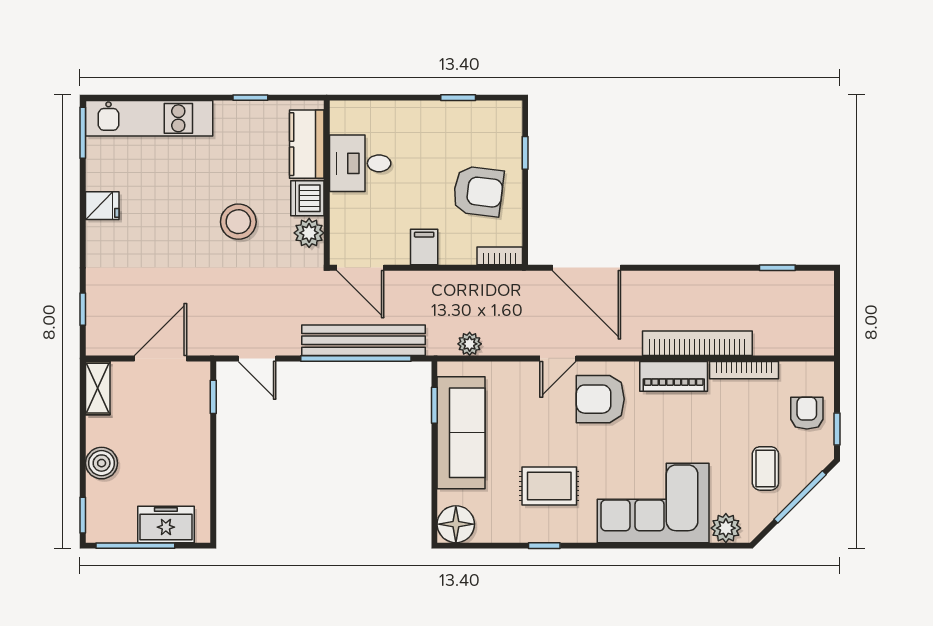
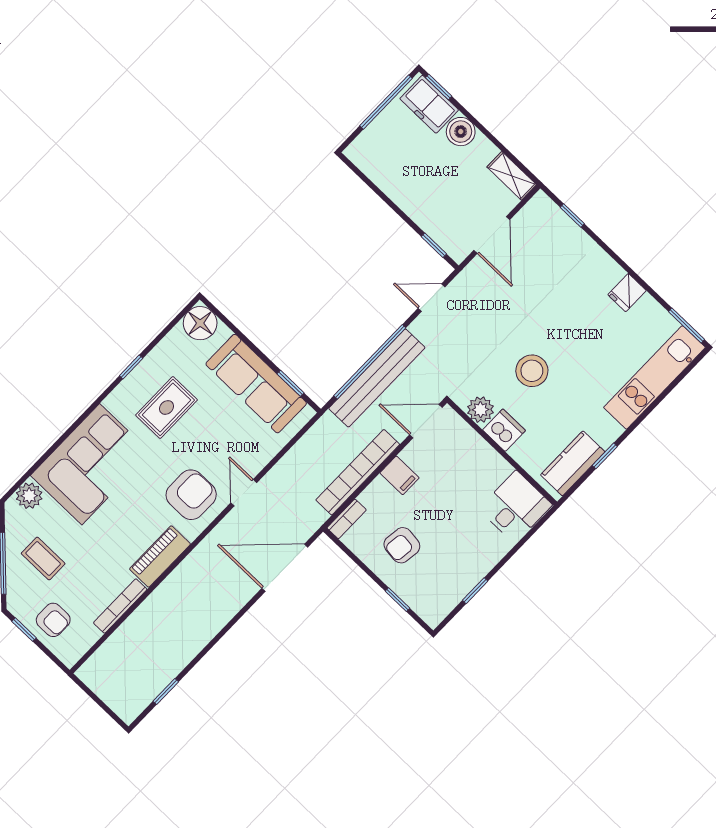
kitchen counter: (307, 144) -> (573, 463), moved, turned -90
desk: (360, 163) -> (515, 507), moved
armchair: (478, 191) -> (402, 545), width x0.72, depth x0.72
bookcase: (697, 343) -> (358, 472), moved, turned 180
plant: (470, 344) -> (308, 444), removed
freezer: (166, 524) -> (429, 104), moved, turned 90

